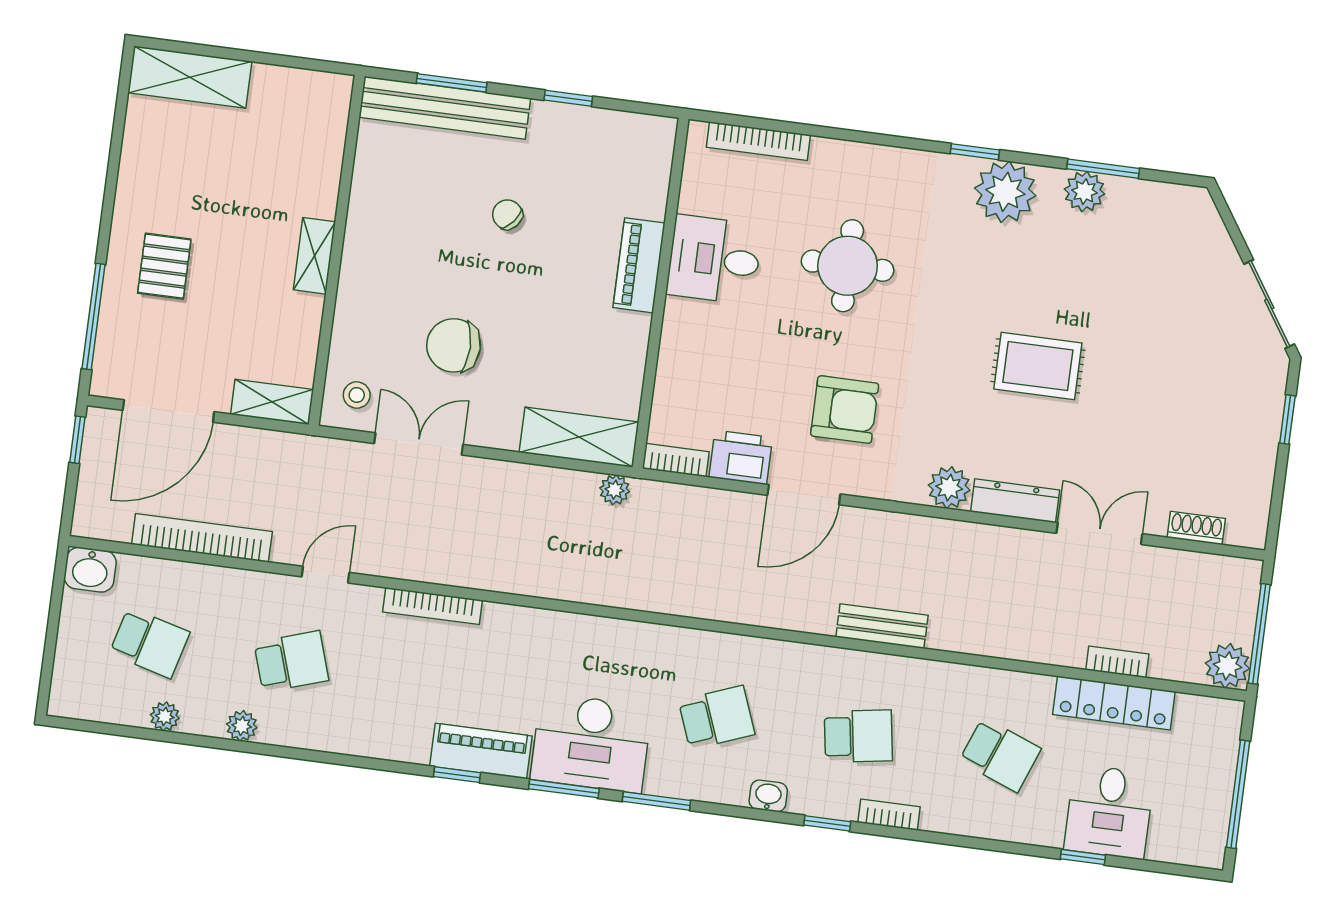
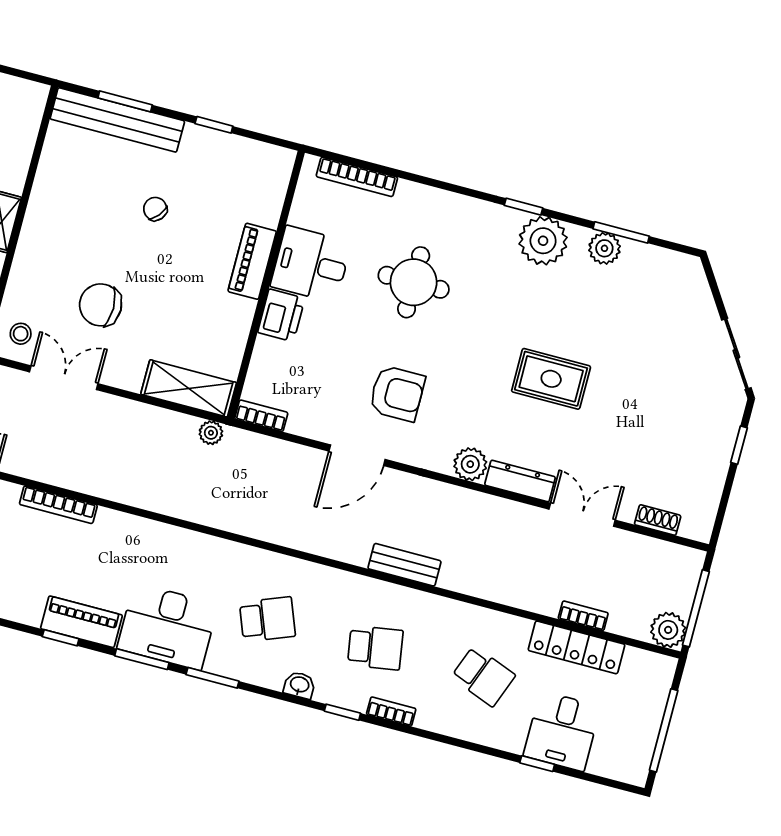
printer: (741, 457) -> (281, 315), moved, turned 90

